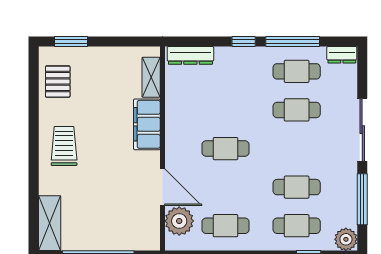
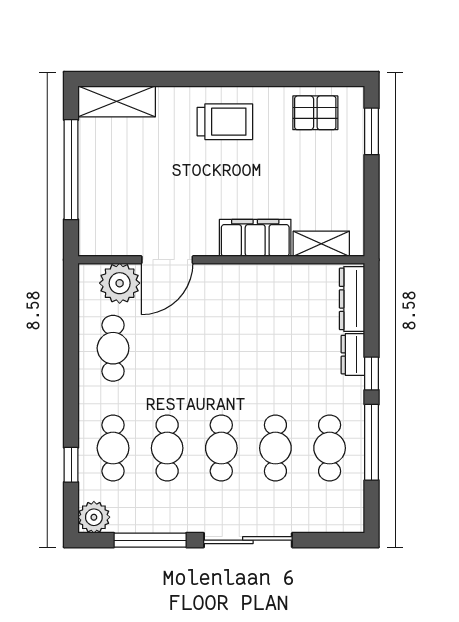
dresser: (342, 55) -> (353, 355), moved
cafe table: (225, 149) -> (221, 448), moved

